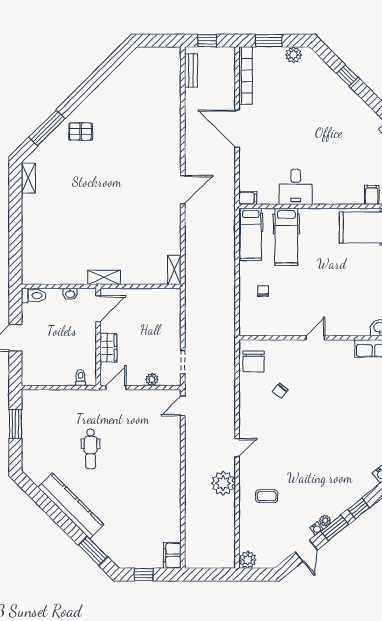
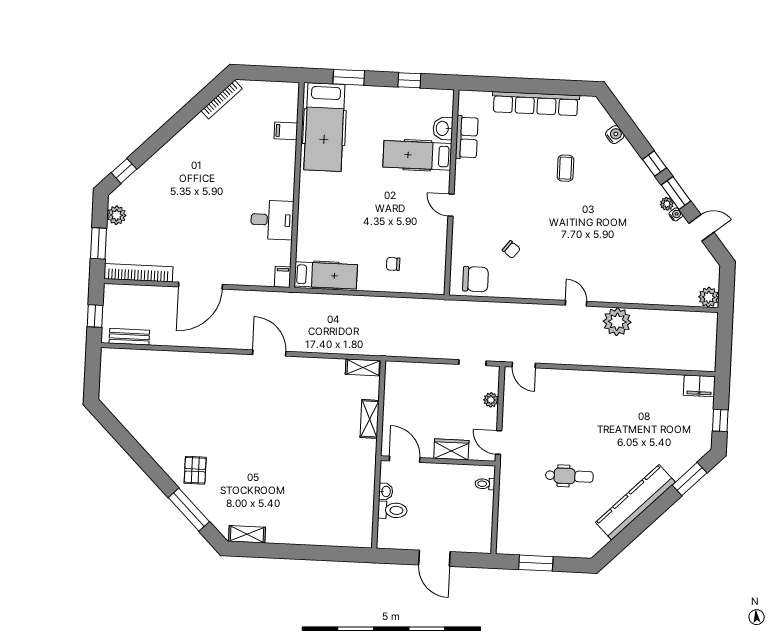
window: (347, 75) -> (124, 171), moved
hospital bed: (286, 237) -> (417, 155), moved, turned 180
shelving: (104, 277) -> (370, 419), moved
toilet: (34, 296) -> (392, 510), moved, turned 90
coffee table: (267, 496) -> (565, 168), moved

